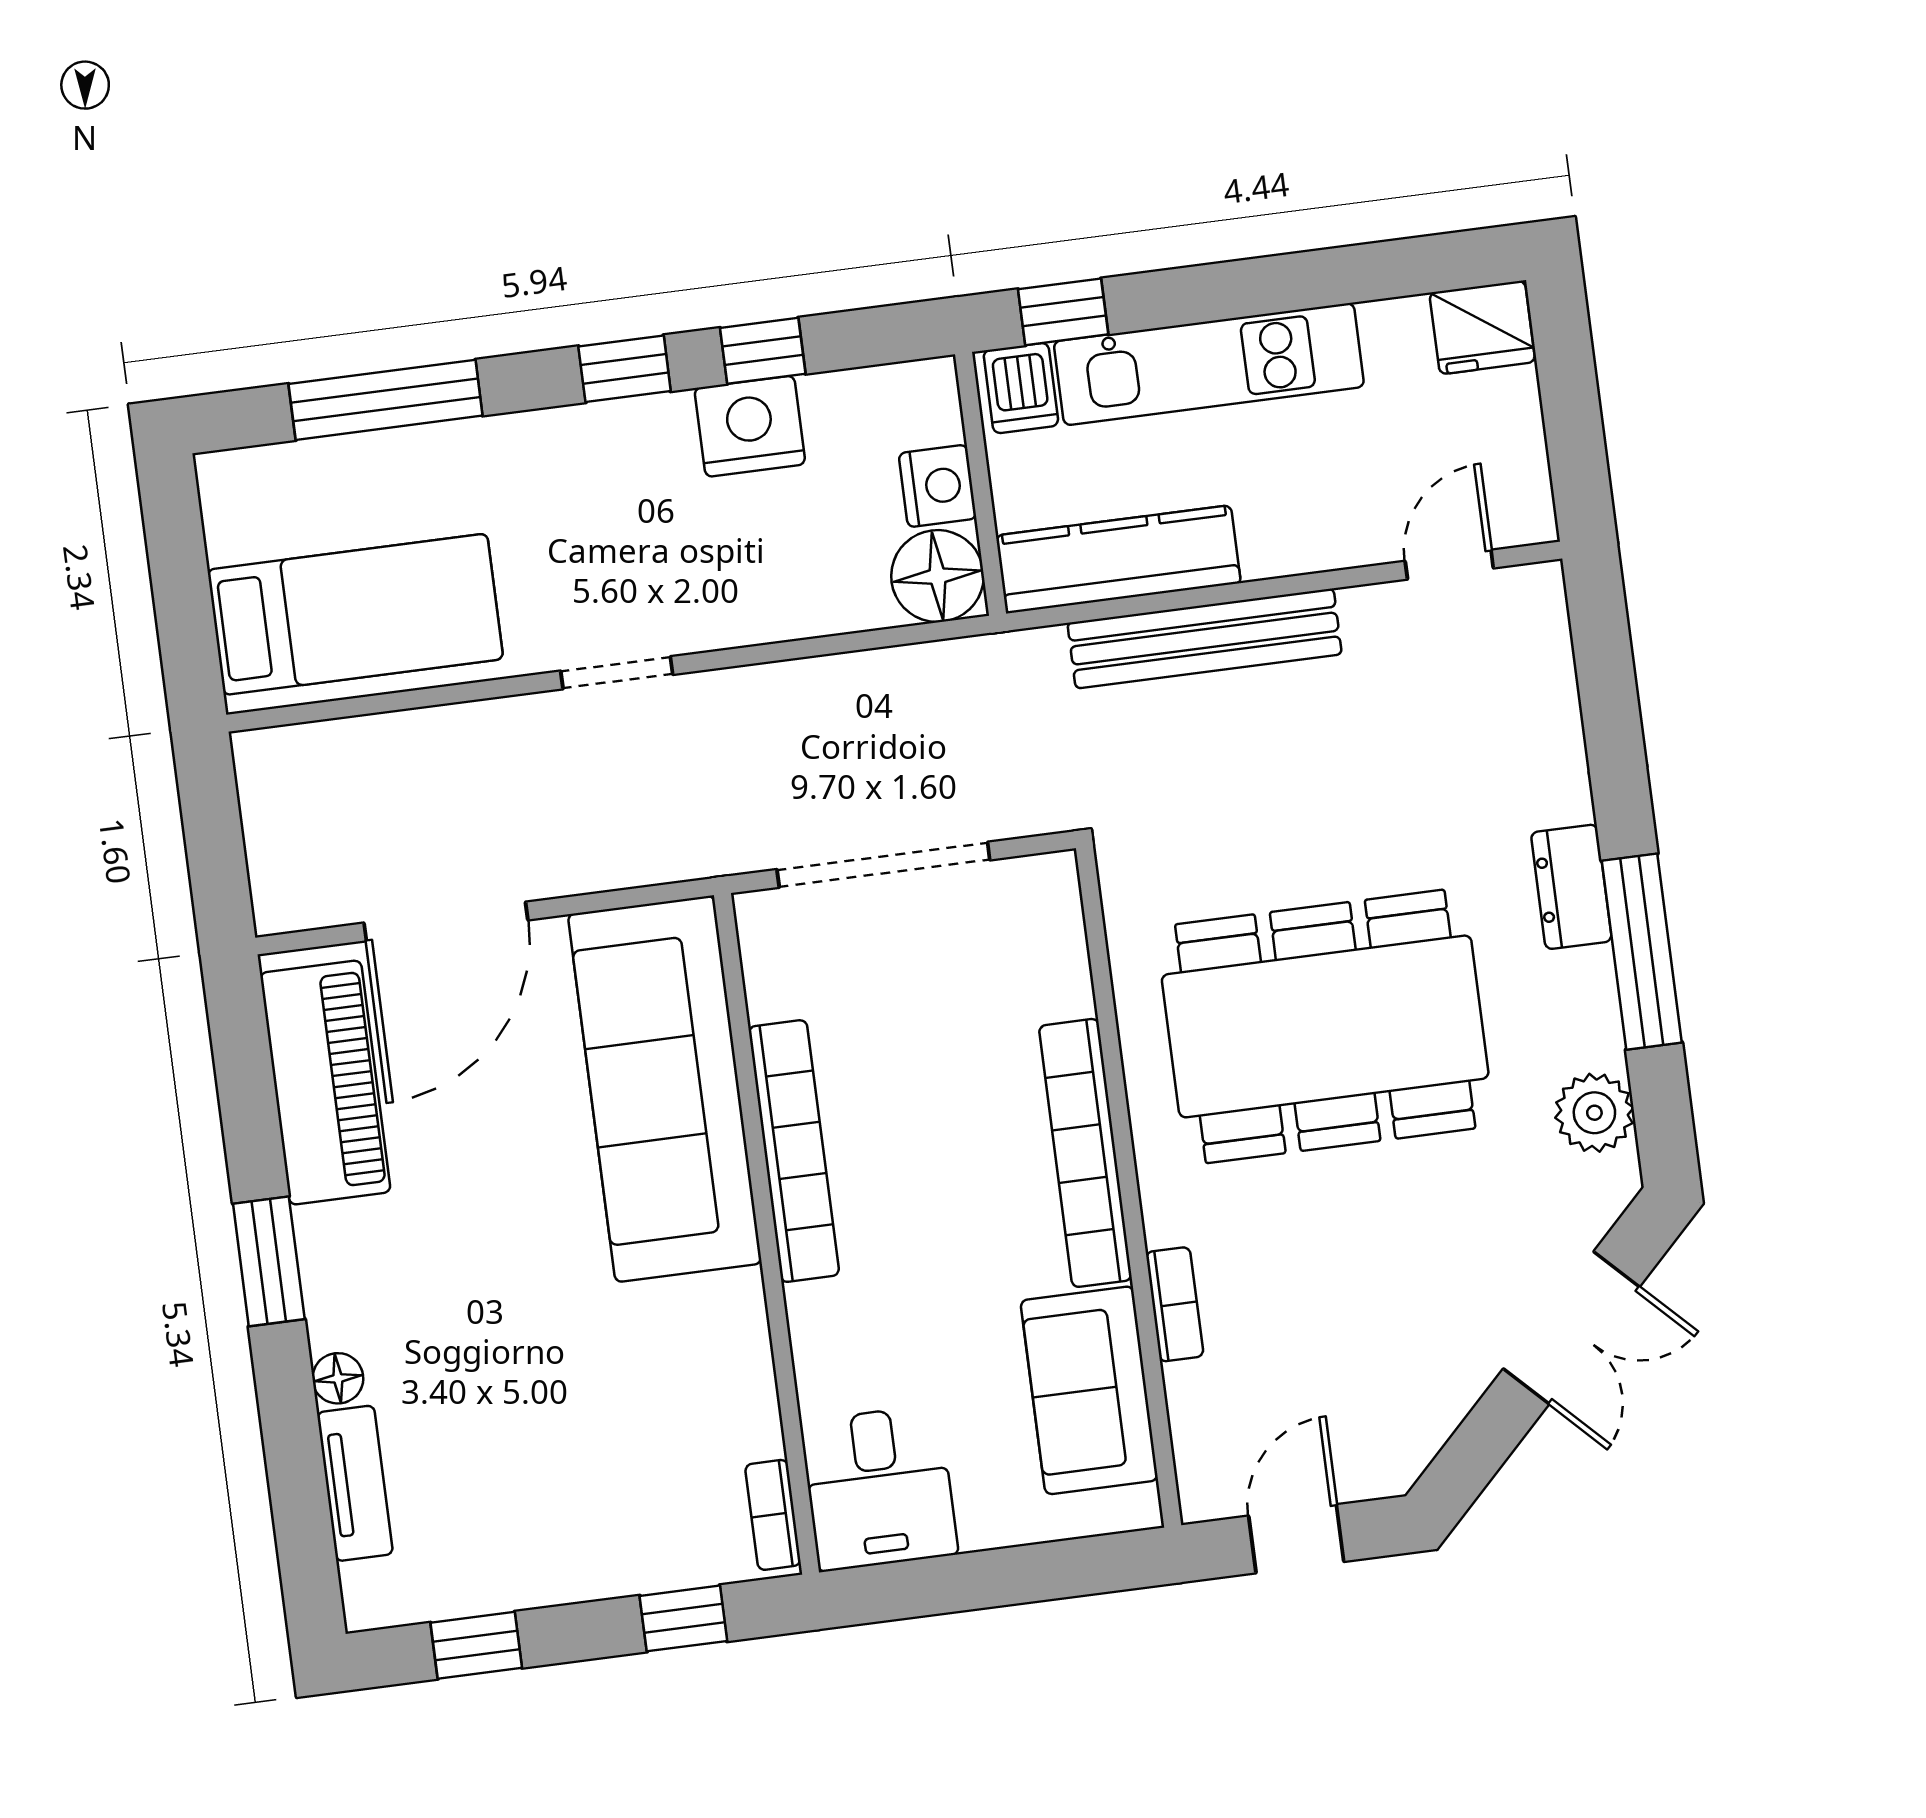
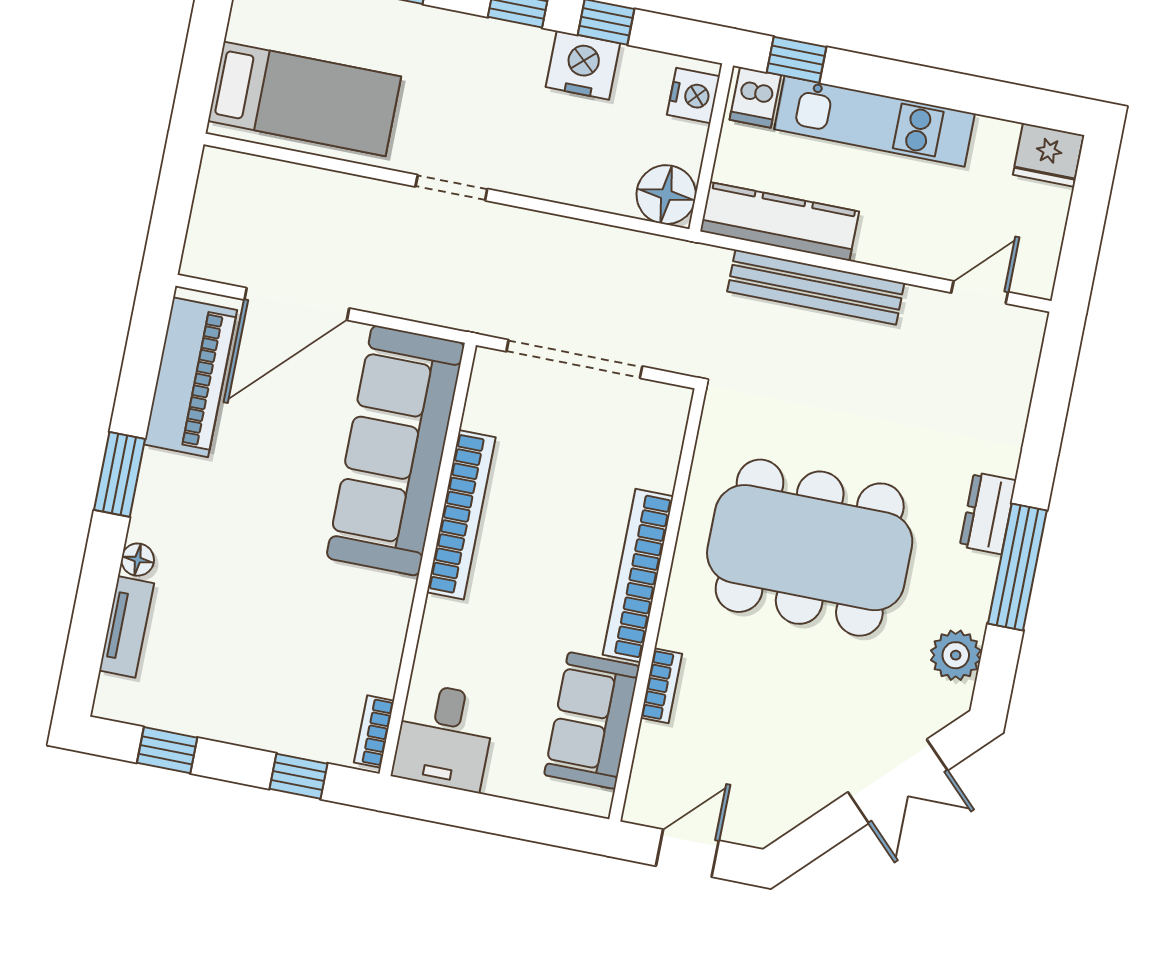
nightstand: (938, 486) -> (693, 95), moved

